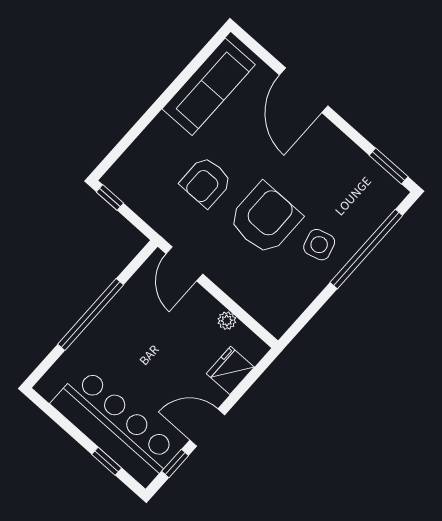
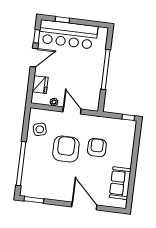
sofa: (209, 87) -> (120, 183), width x0.73
armchair: (265, 219) -> (66, 149), turned 180
side table: (319, 245) -> (40, 129), moved
door: (184, 264) -> (72, 110), moved

